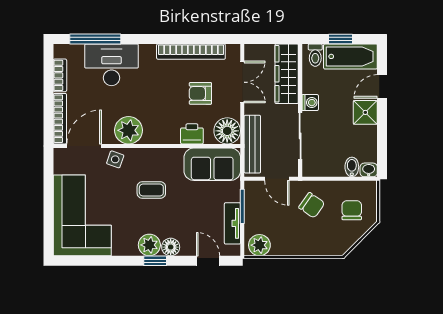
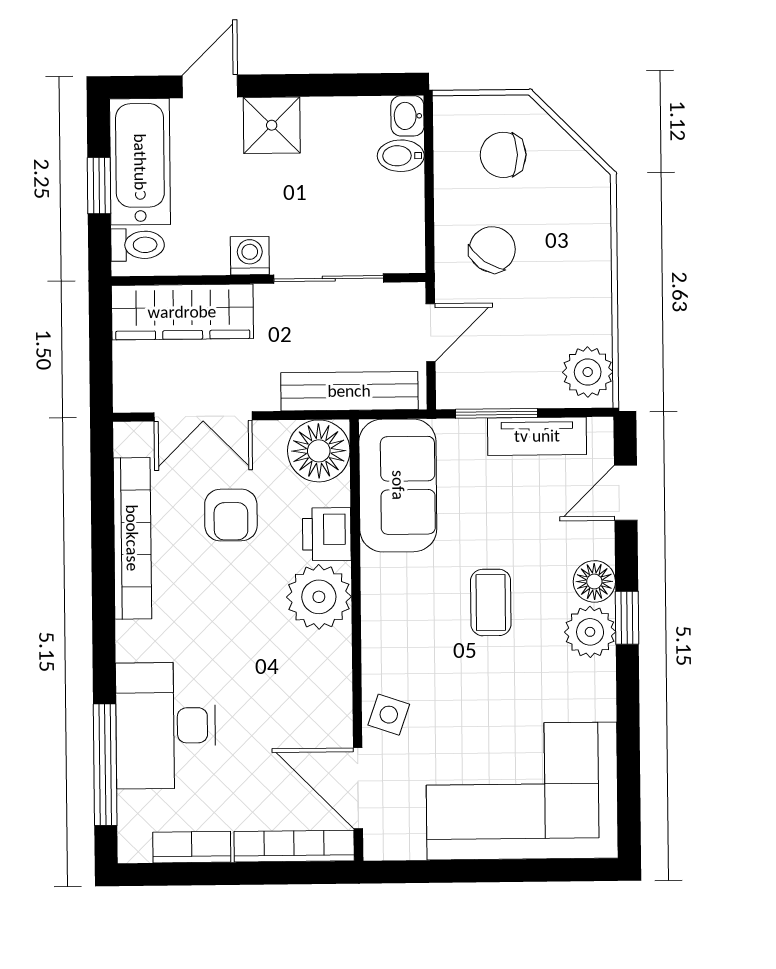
double door: (242, 82) -> (203, 416), swing flipped
door: (382, 86) -> (210, 86), swing flipped
plant: (129, 130) -> (319, 597), moved
coffee table: (151, 190) -> (491, 602), moved

